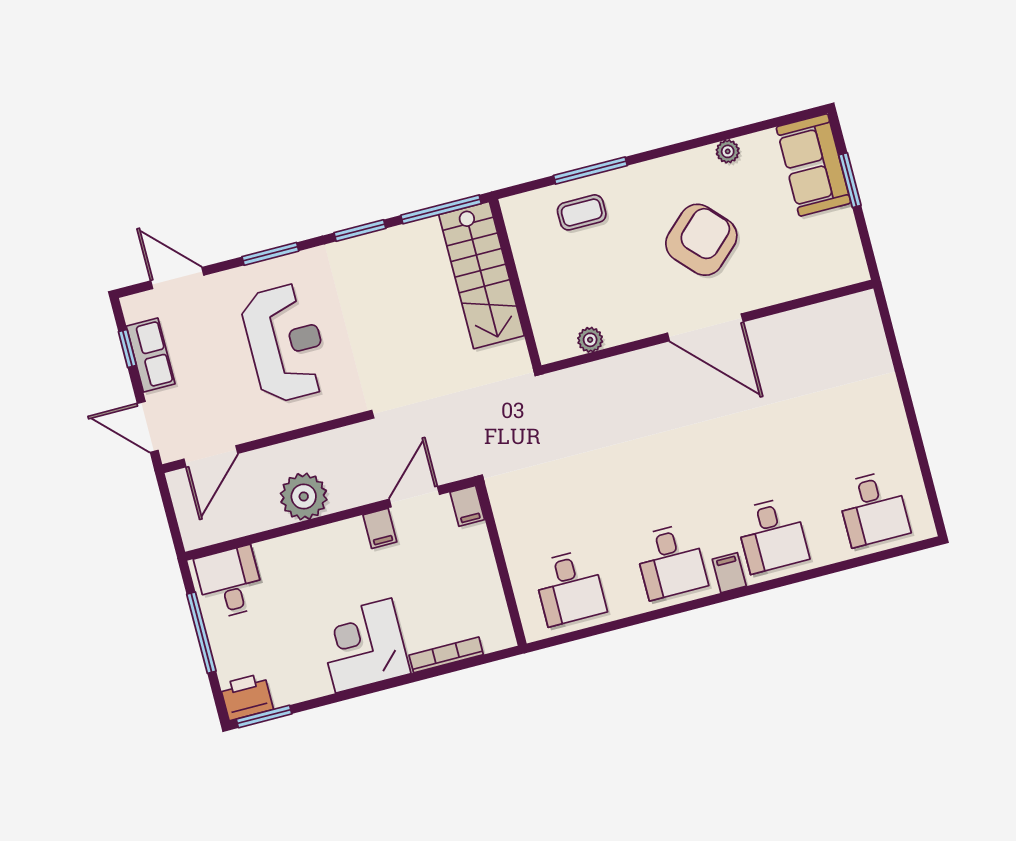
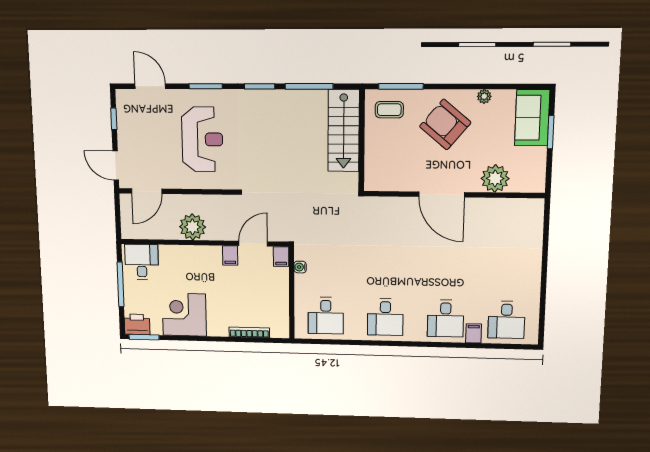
armchair: (701, 240) -> (445, 124), moved, turned -97
stairs: (482, 275) -> (344, 131), moved
wall: (515, 283) -> (362, 141), moved
plant: (590, 340) -> (495, 178), moved, width x1.88, depth x1.88
row of seats: (151, 355) -> (126, 126), removed
water cooler: (504, 515) -> (300, 267), added
filing cabinet: (729, 573) -> (474, 333), moved
corner desk: (364, 646) -> (184, 315), moved

